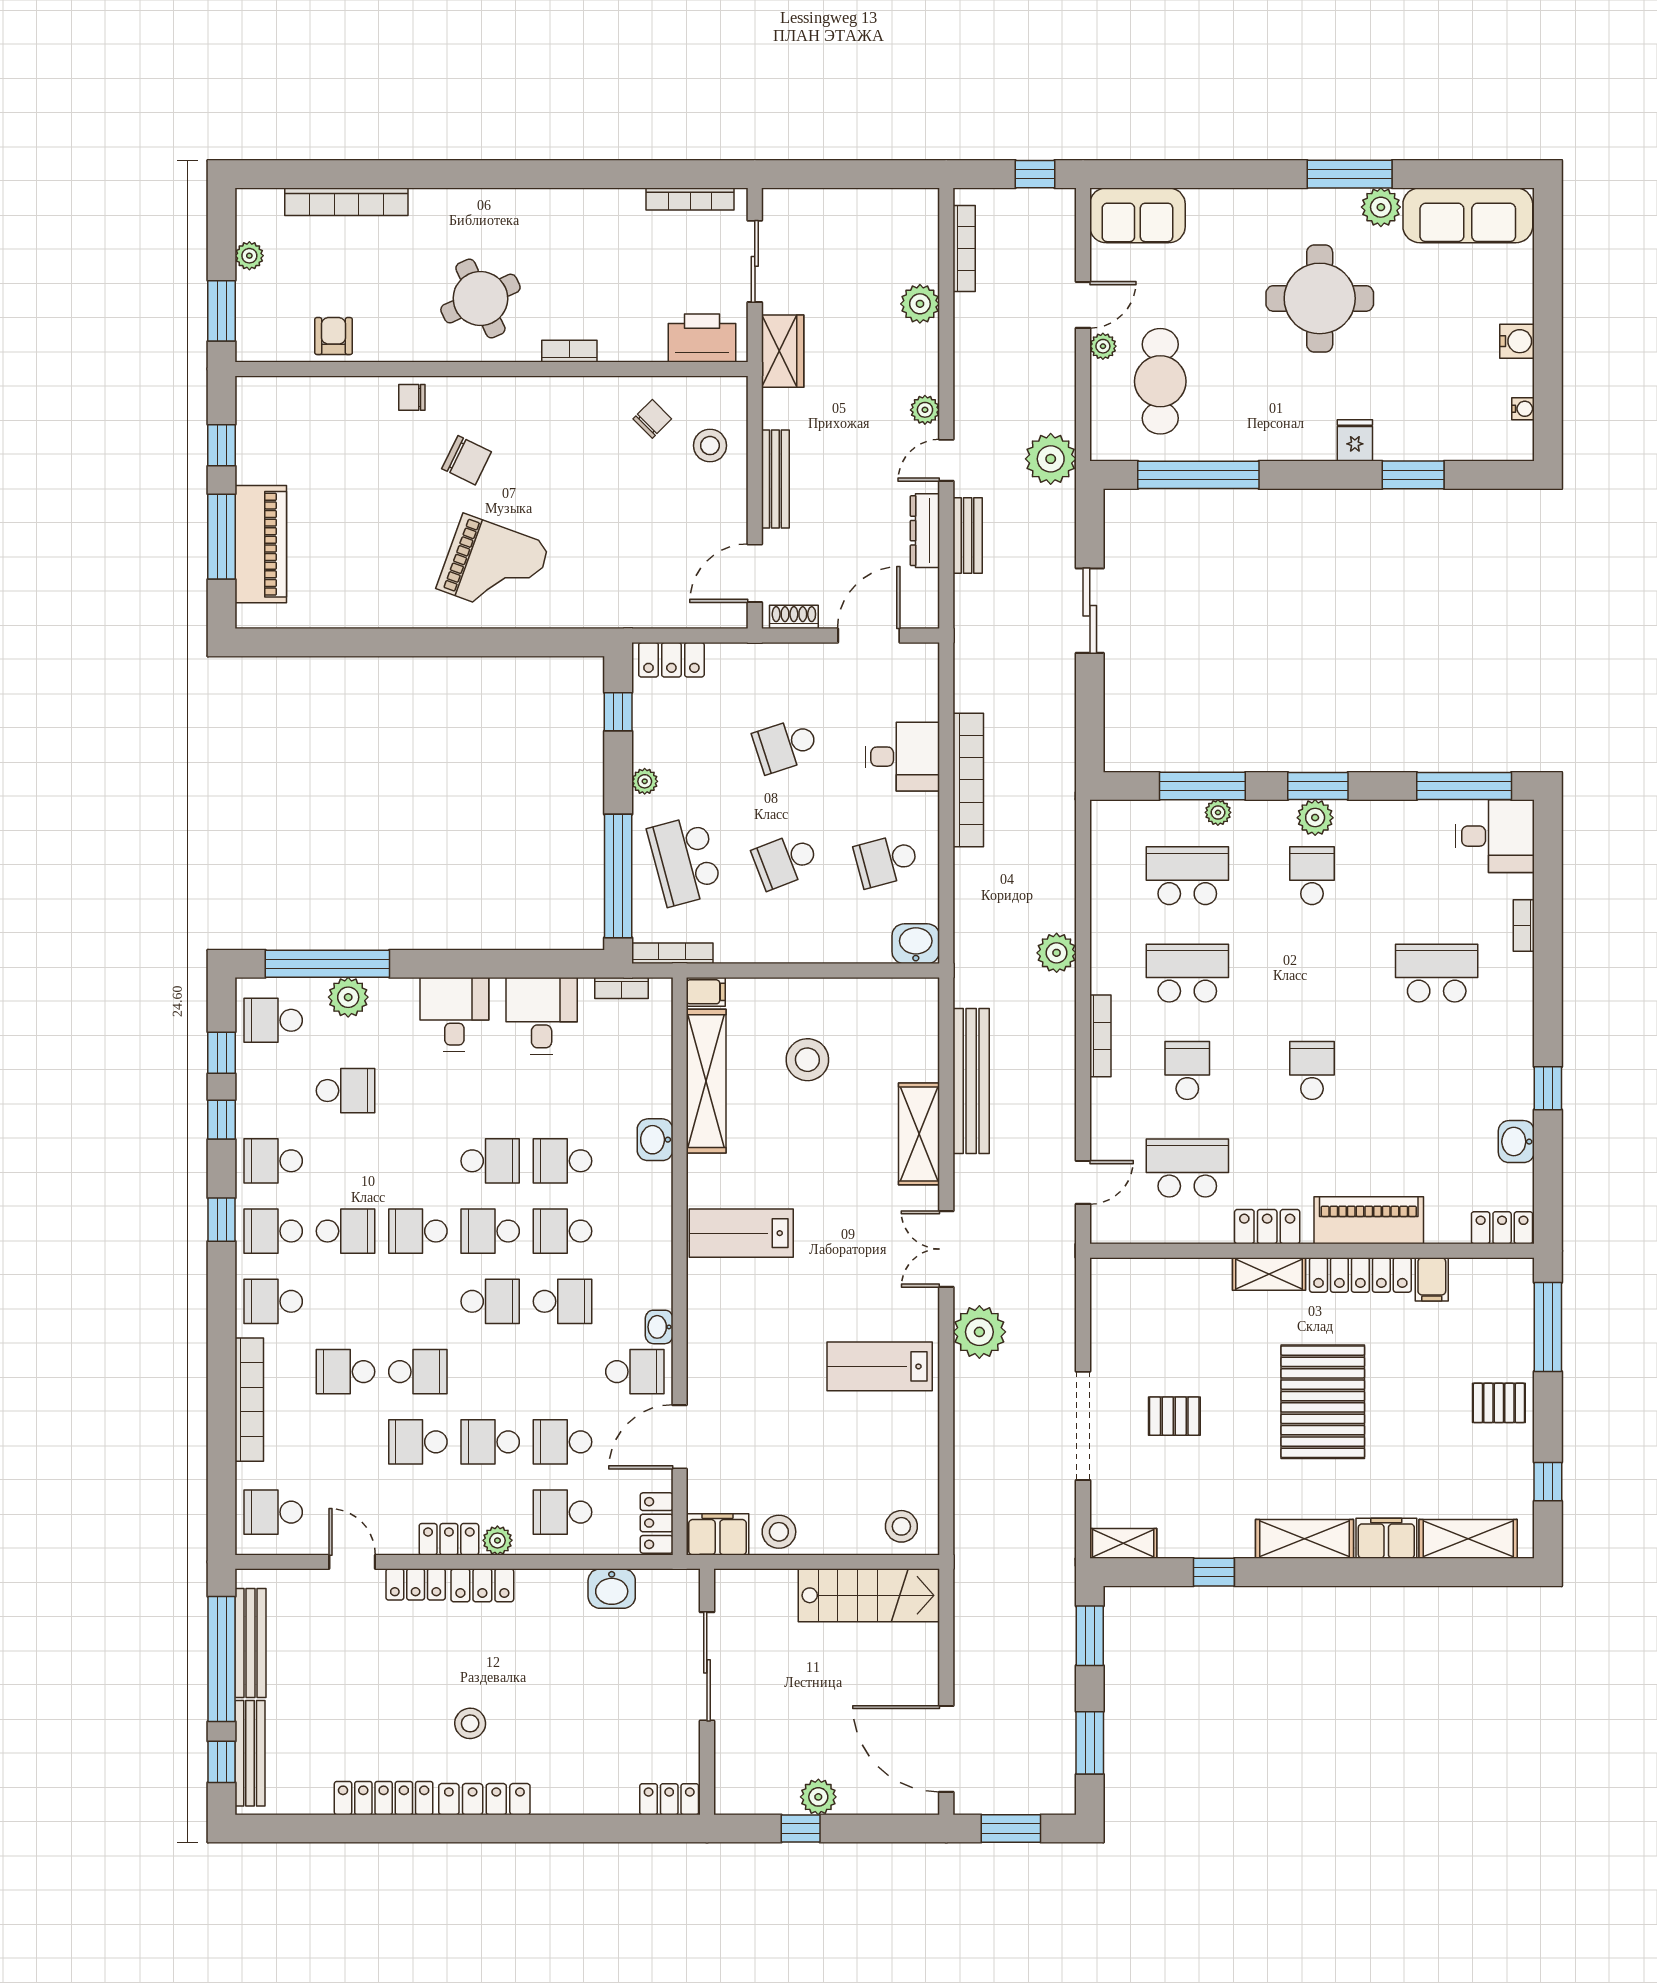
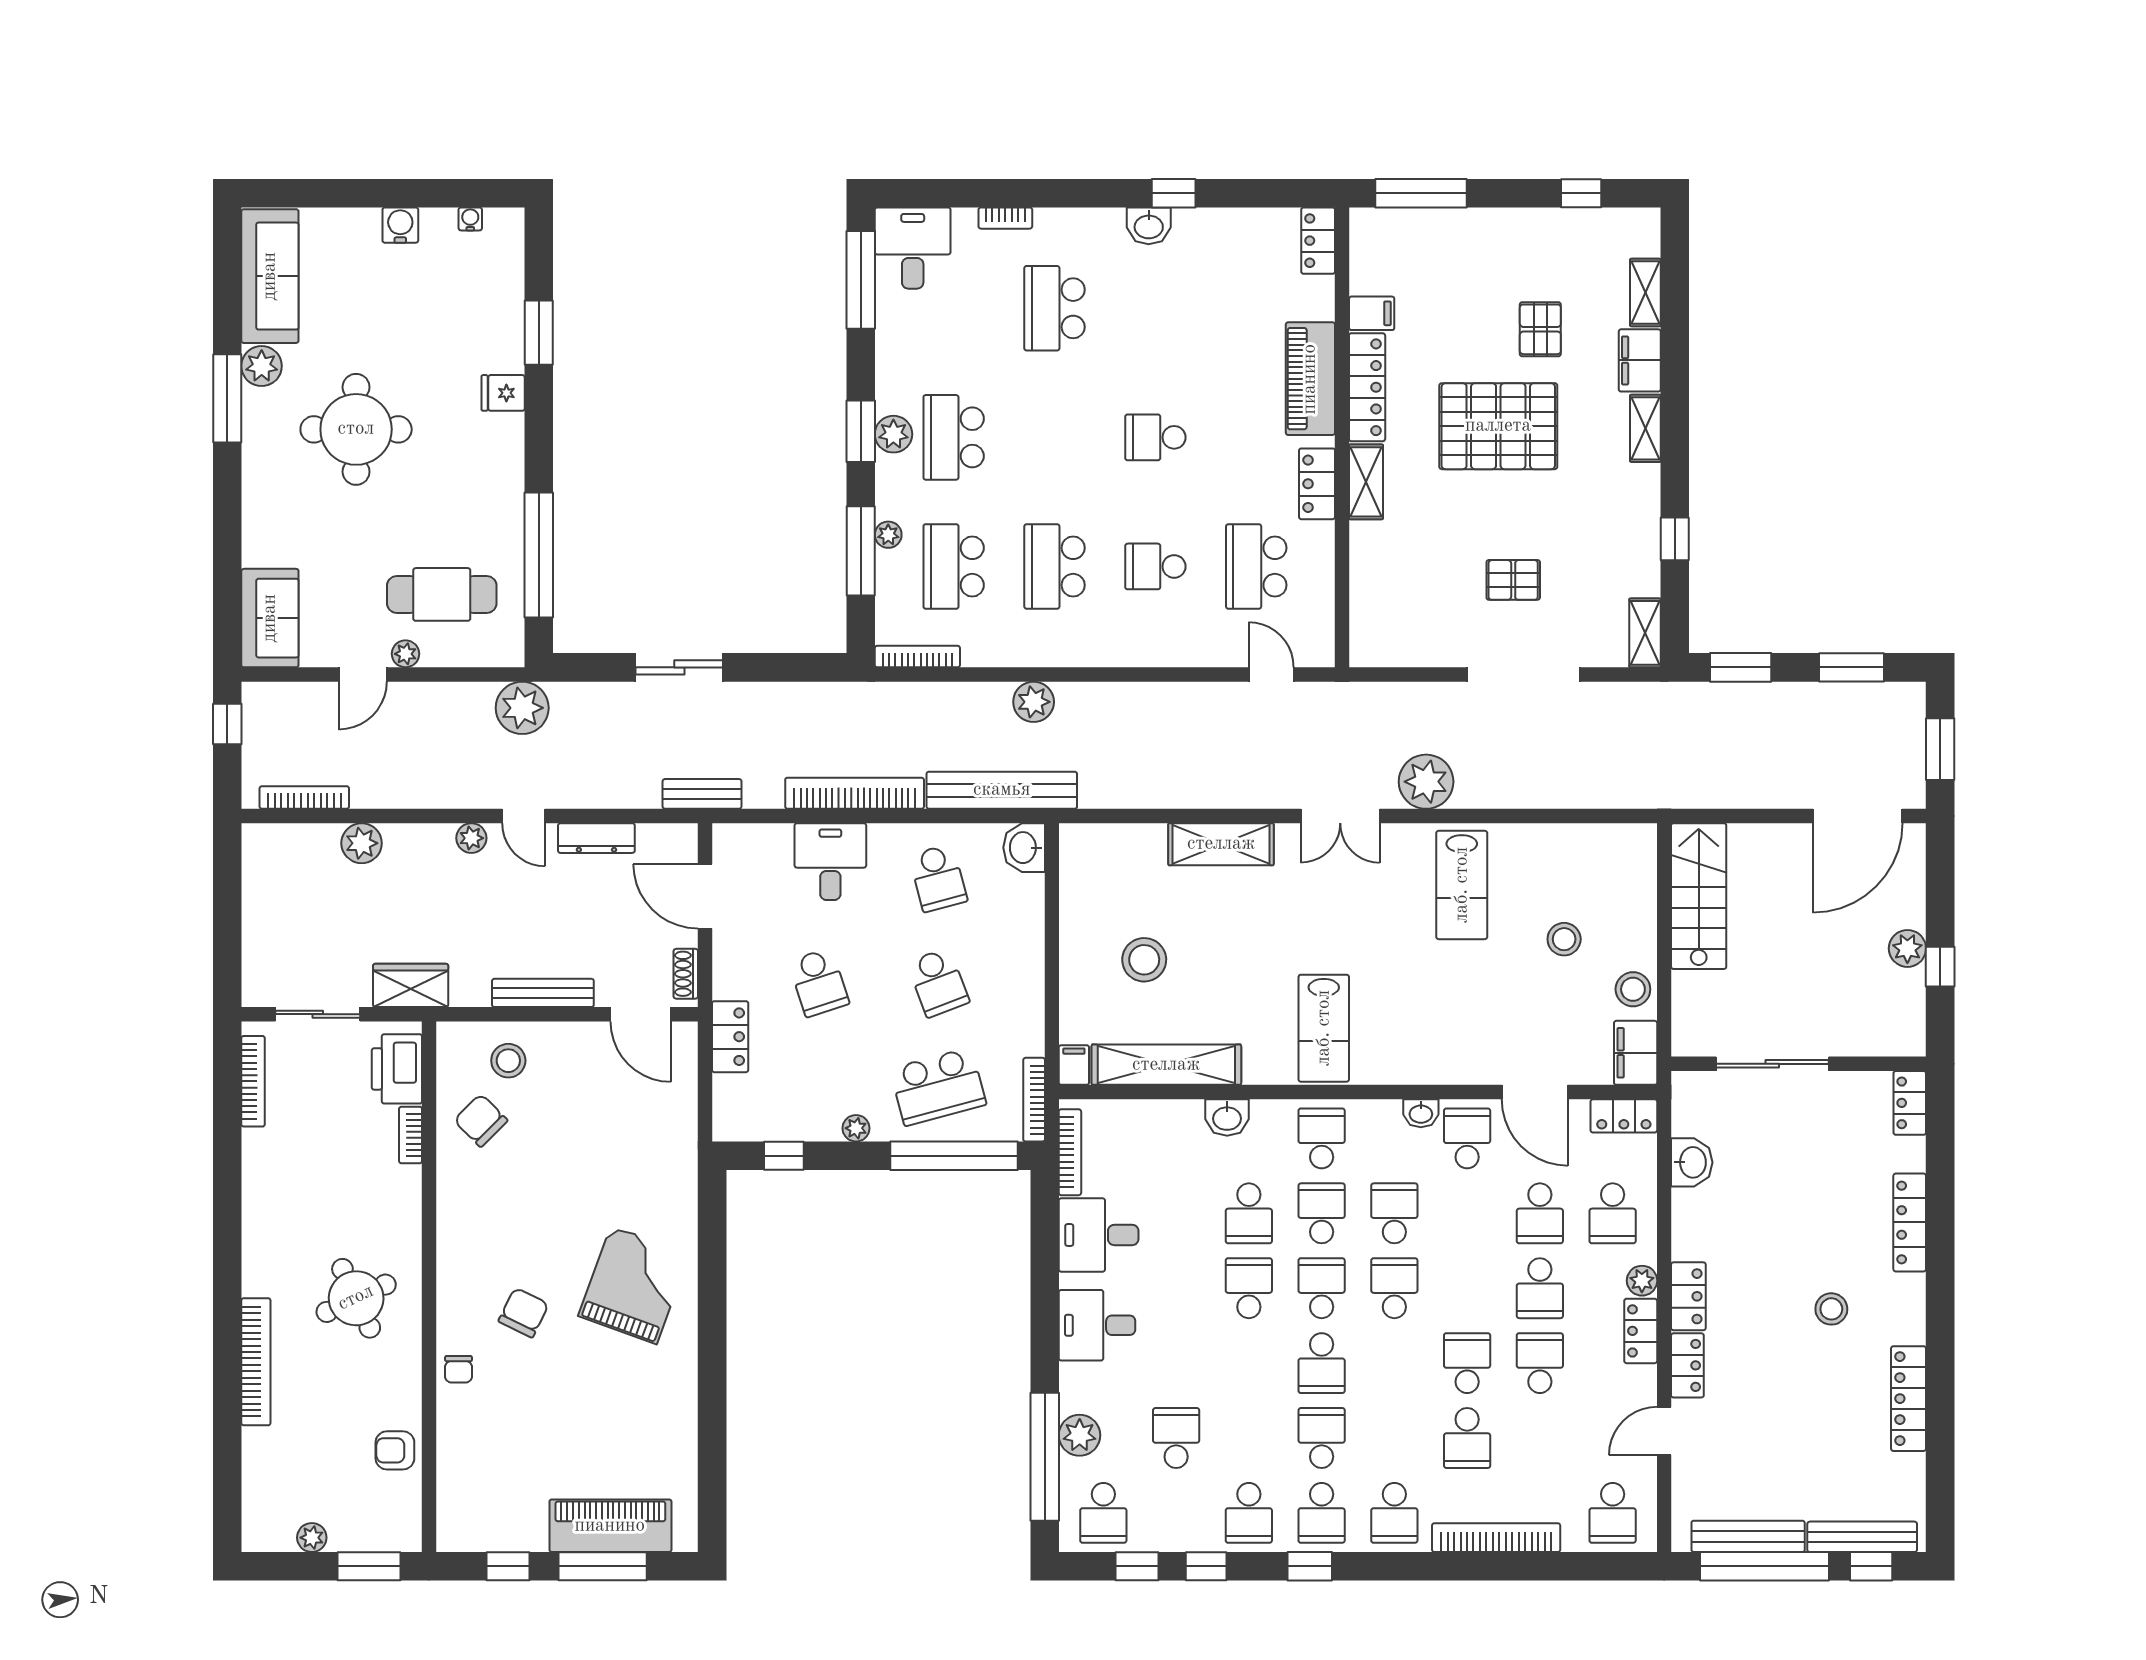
bookcase: (346, 202) -> (256, 1362), moved
door: (1083, 305) -> (363, 674), swing flipped
bookcase: (569, 351) -> (411, 1135), moved
chair: (652, 419) -> (481, 1120), width x1.37, depth x1.37
bench: (968, 535) -> (702, 794), moved
locker: (671, 660) -> (730, 1037), moved
school desk: (1312, 876) -> (954, 437), width x1.85
bookcase: (622, 988) -> (1070, 1152), width x1.56
bookcase: (1100, 1036) -> (917, 657), moved
bench: (971, 1081) -> (1002, 790), moved
washbasin: (1516, 1142) -> (1149, 226), moved
school desk: (490, 1231) -> (1322, 1288), turned 180
school desk: (563, 1231) -> (1322, 1213), turned 180
school desk: (635, 1231) -> (1322, 1138), added
pallet: (1499, 1403) -> (1540, 329), moved
pallet: (1174, 1416) -> (1513, 580), turned 90
school desk: (418, 1442) -> (1540, 1363), turned 180
stool: (901, 1526) -> (1564, 939), moved
shelving: (1304, 1539) -> (1645, 428), width x0.67, depth x0.75
shelving: (1468, 1539) -> (1645, 293), width x0.67, depth x0.75
locker: (484, 1799) -> (1910, 1222), moved

